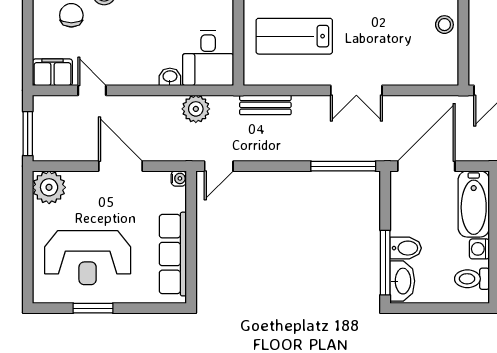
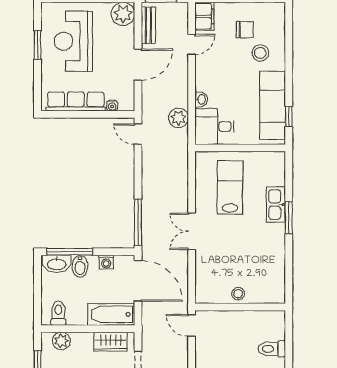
bench: (265, 105) -> (148, 25), moved
water cooler: (179, 178) -> (112, 106), moved
washing machine: (479, 249) -> (106, 262), moved, turned 180

